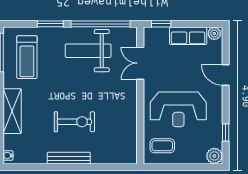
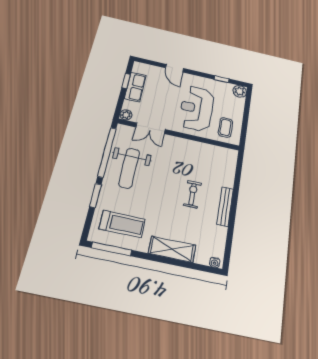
window: (161, 24) -> (126, 81), moved
plant: (214, 33) -> (126, 115), moved
door: (226, 75) -> (175, 68), hinge flipped
reception desk: (178, 109) -> (197, 108), turned 180
exercise bike: (74, 122) -> (192, 194), width x0.73, depth x0.72

